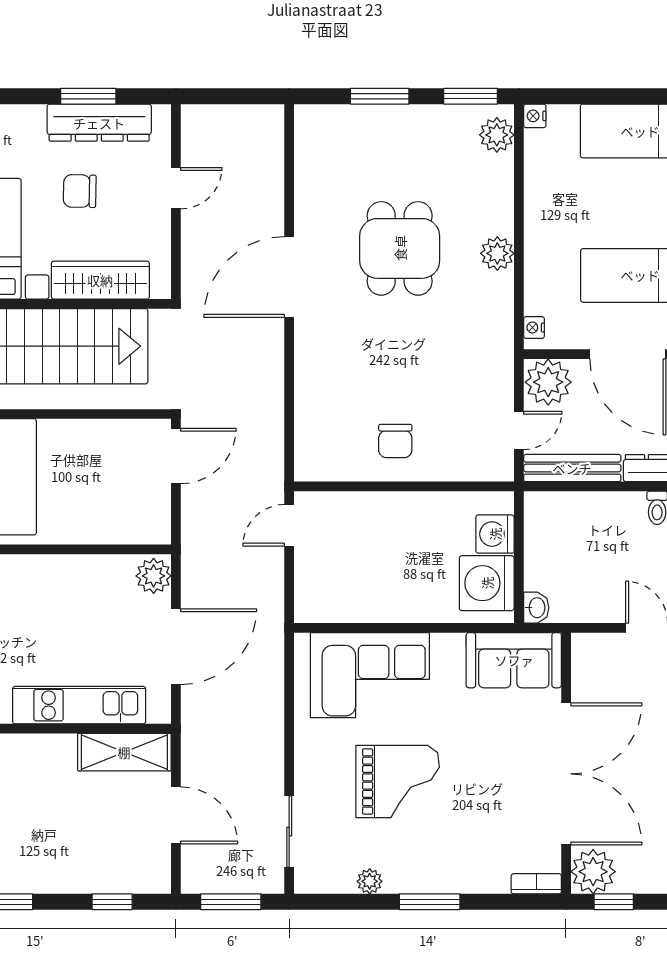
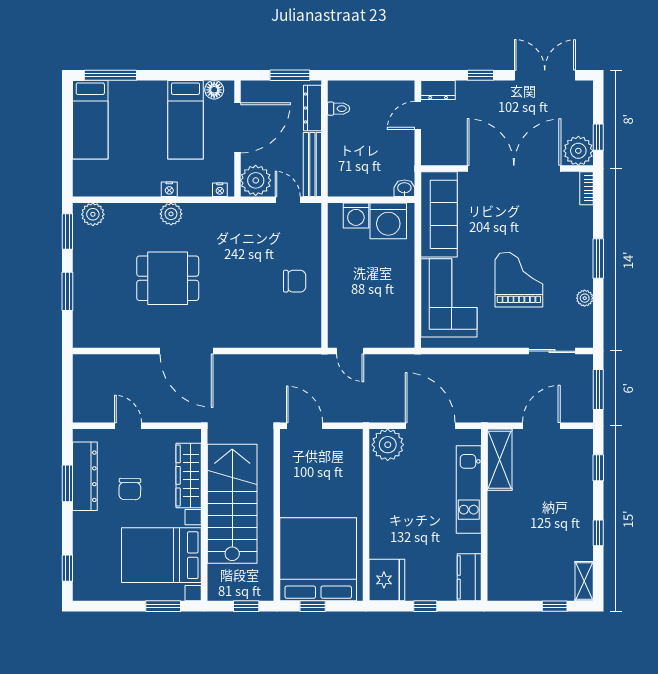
nightstand: (535, 116) -> (169, 189), moved
plant: (154, 576) -> (388, 445), width x1.36, depth x1.36
sofa: (514, 660) -> (439, 214), width x1.36

